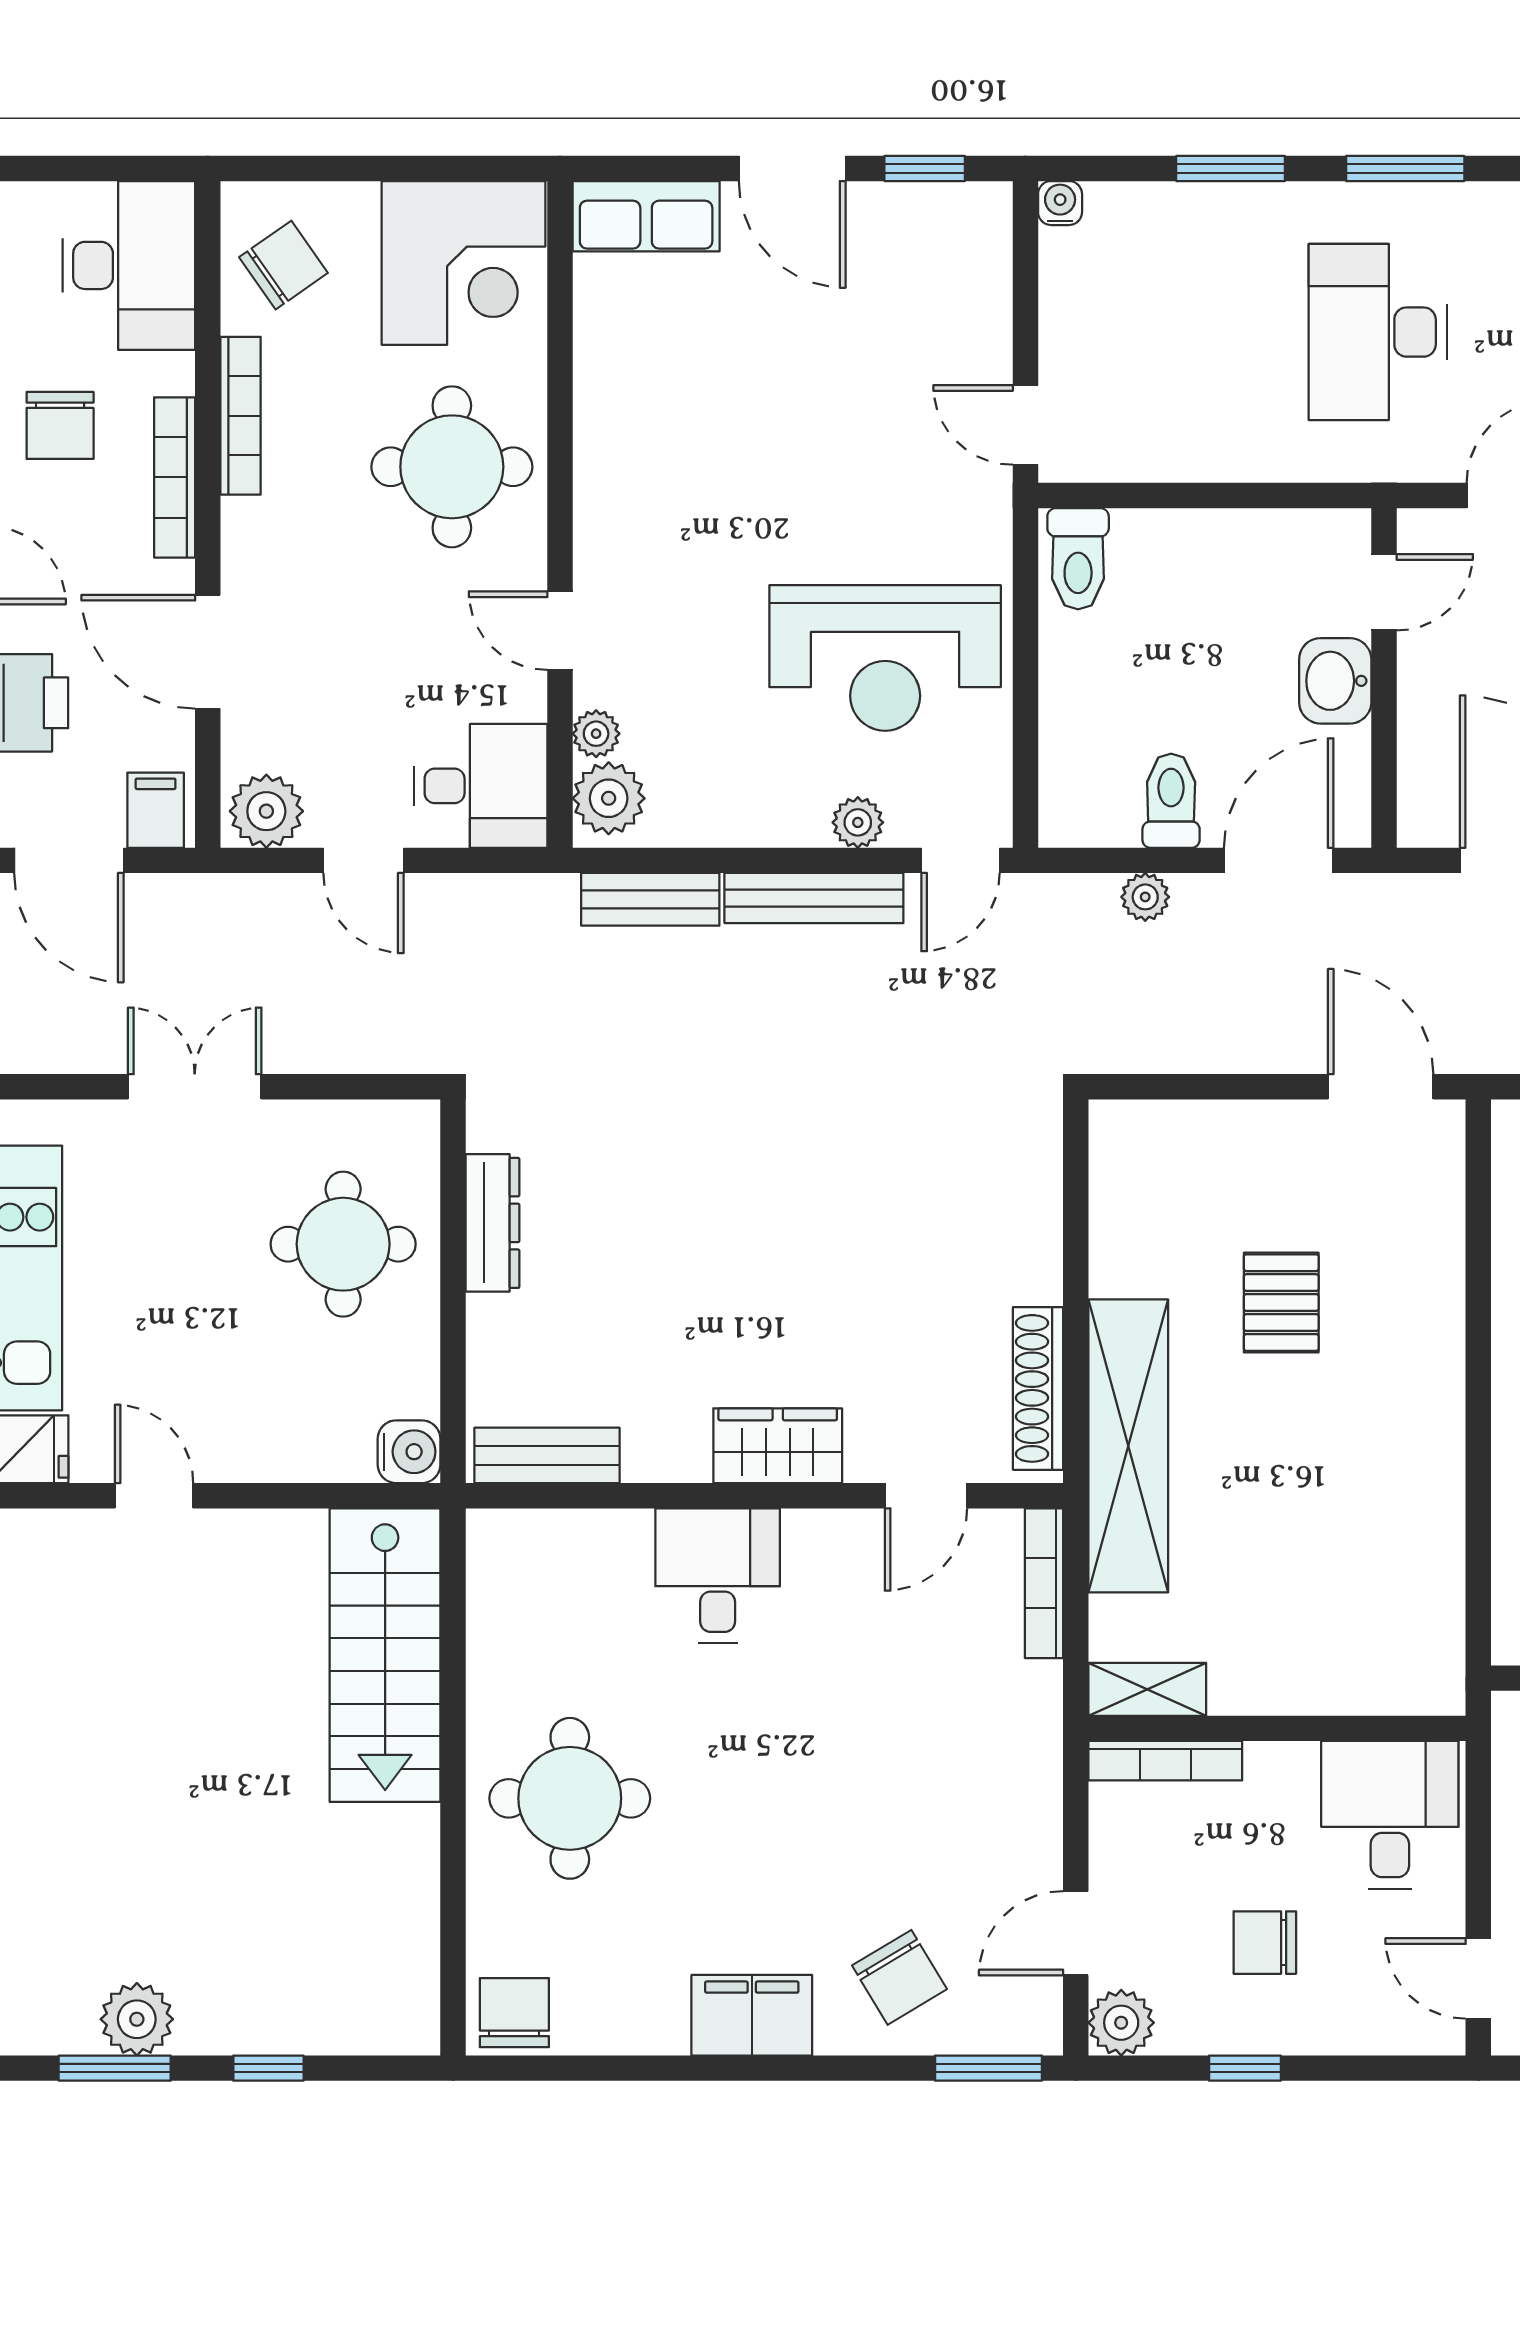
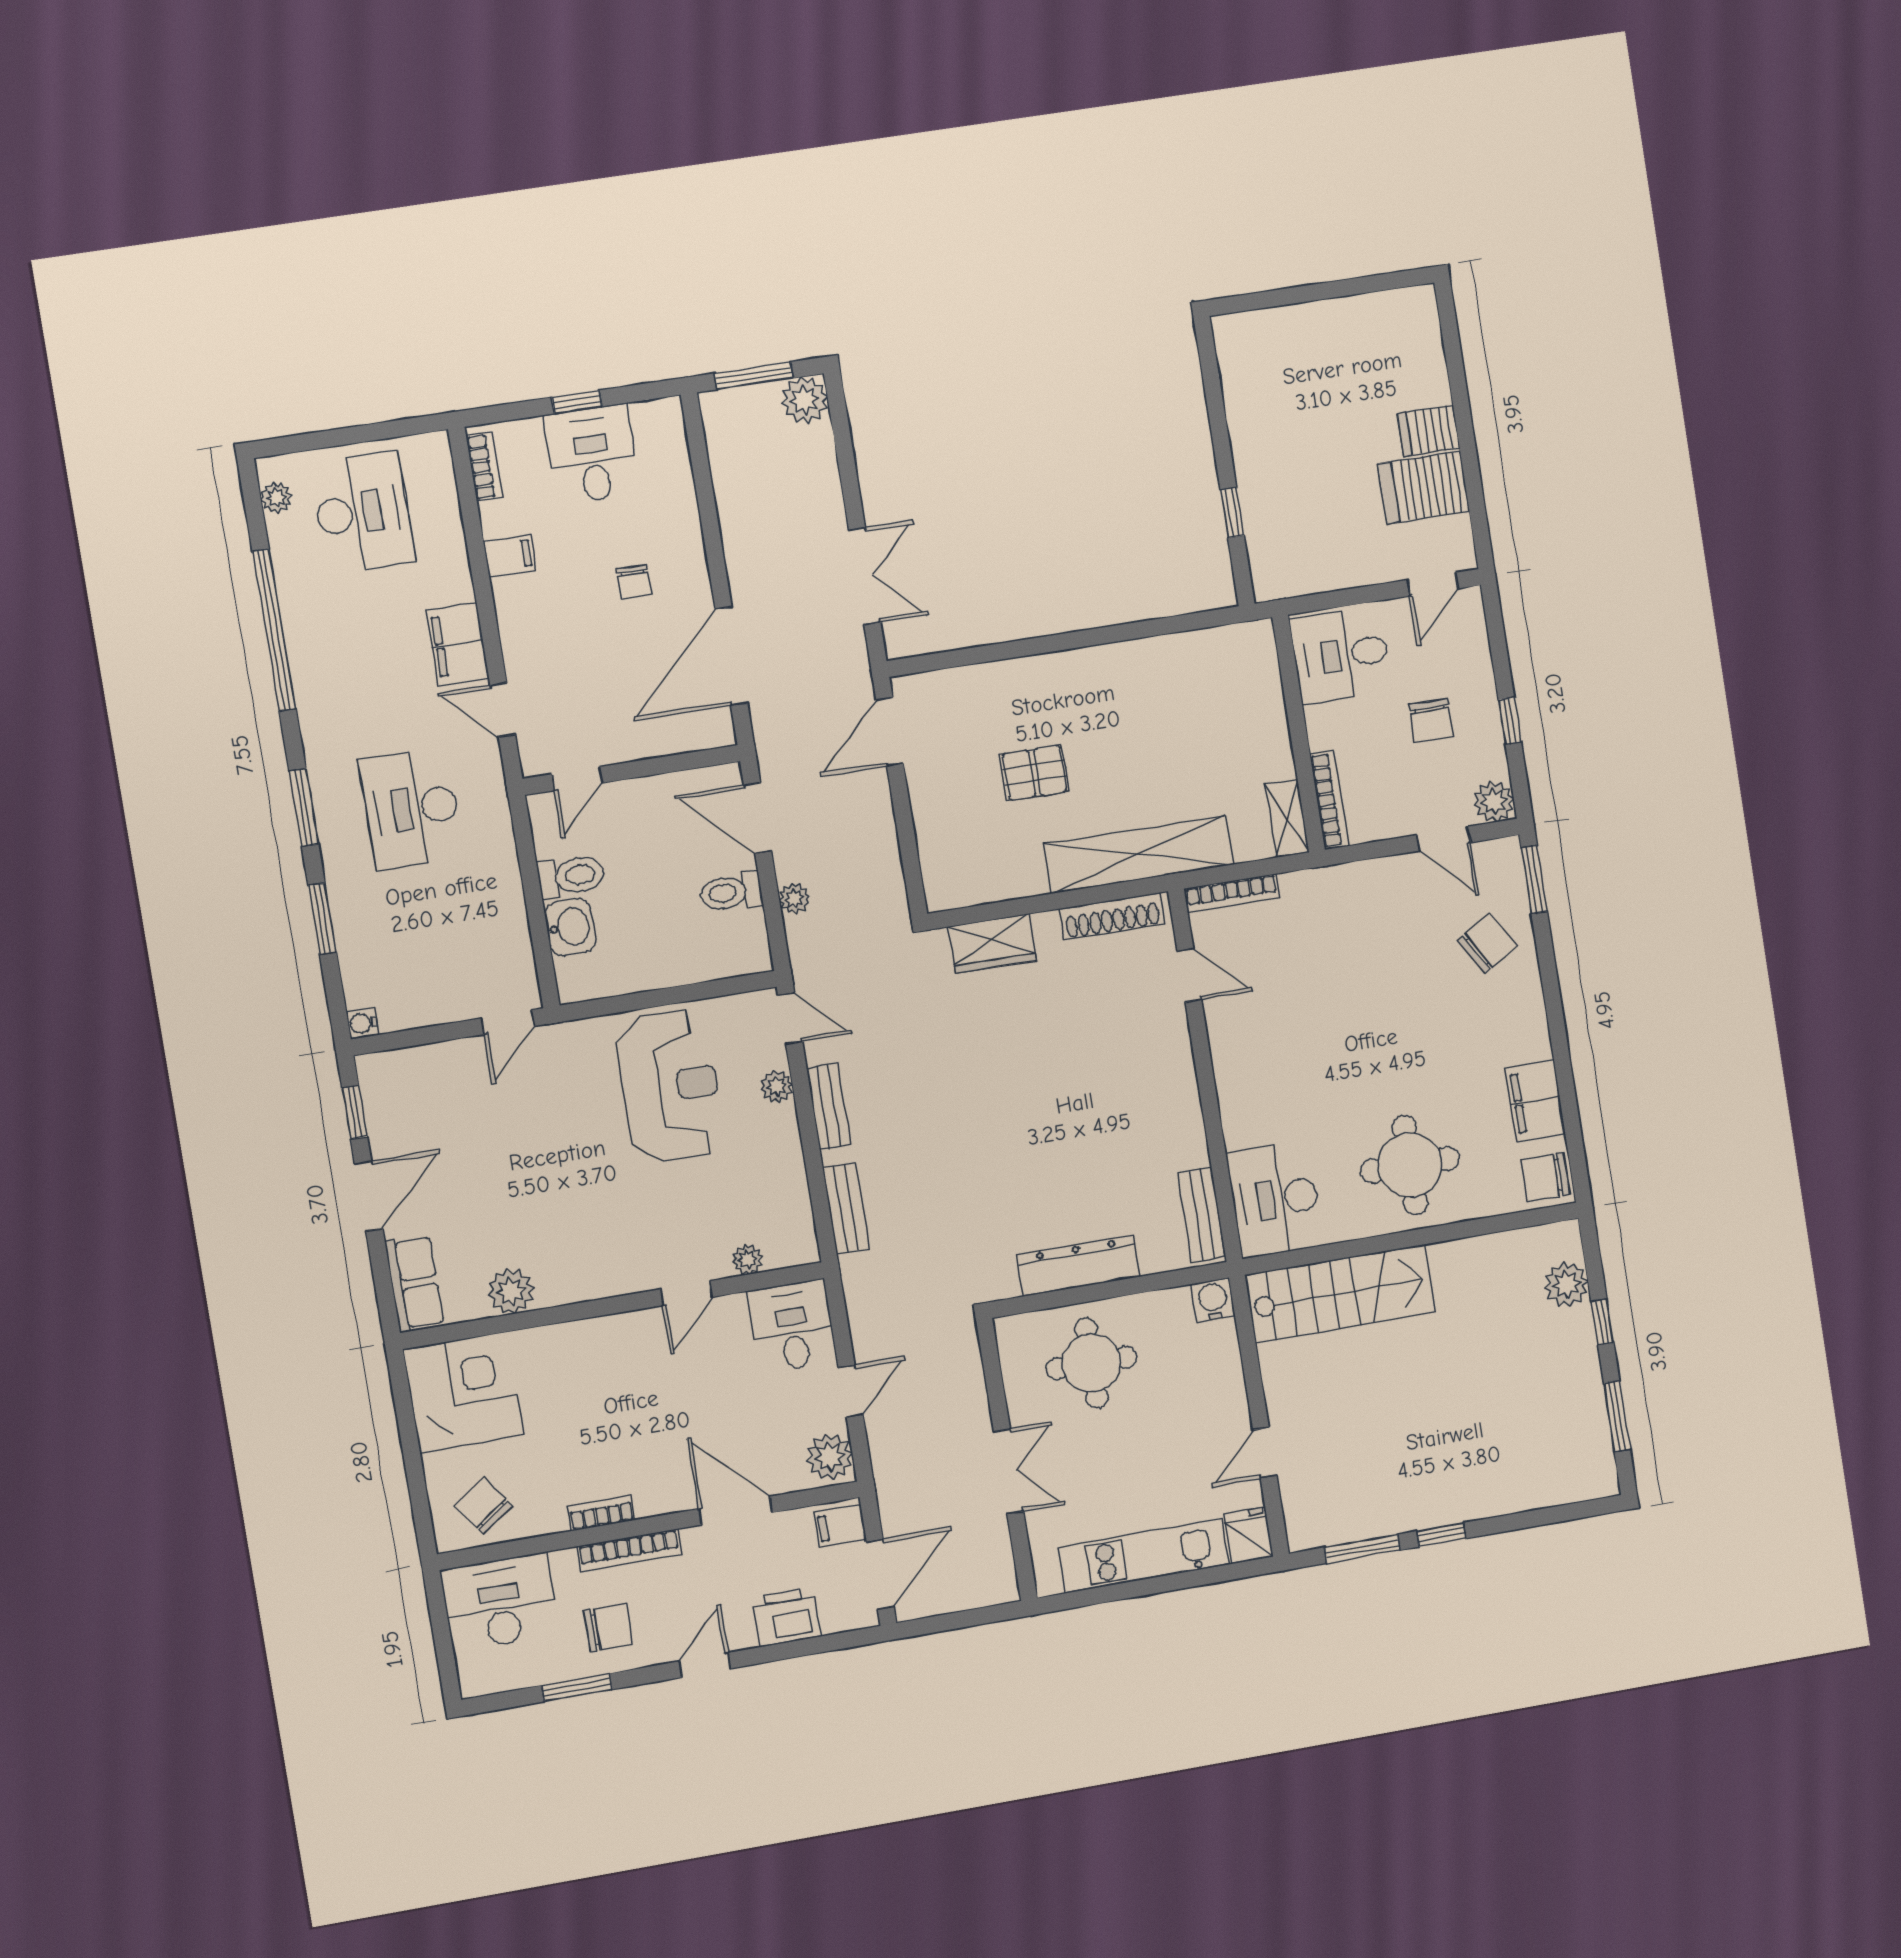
desk: (1378, 332) -> (412, 809), turned 90
bookcase: (241, 416) -> (601, 1513), width x0.64
round table: (452, 467) -> (594, 1378), removed
toilet: (1078, 559) -> (571, 876), moved
door: (1384, 592) -> (577, 779), swing flipped
door: (208, 652) -> (736, 1511), swing flipped
washbasin: (1335, 681) -> (570, 927), moved, turned -90
plant: (609, 798) -> (511, 1291), moved
bench: (814, 898) -> (829, 1106), width x0.73
double door: (195, 1087) -> (1009, 1472), swing flipped
dresser: (492, 1223) -> (1078, 1266), width x1.37, depth x1.24
wardrobe: (778, 1446) -> (992, 943), moved, turned -90
desk: (718, 1575) -> (1275, 1199), moved, width x1.37
filing cabinet: (752, 2015) -> (1535, 1101), moved
plant: (137, 2019) -> (1566, 1284), moved

